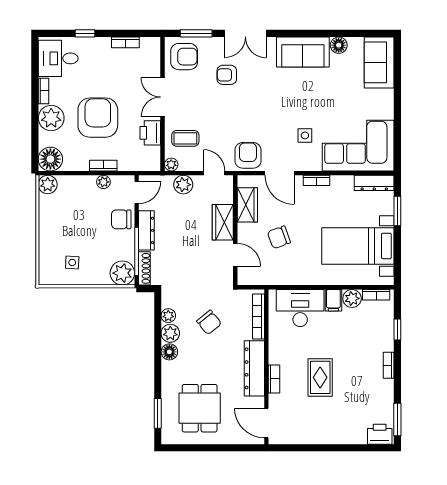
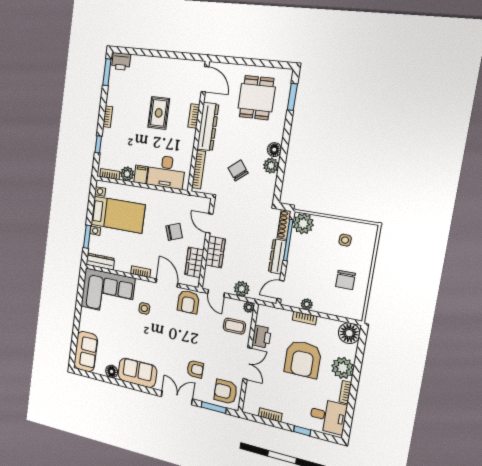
plant: (48, 185) -> (355, 312), removed
chair: (121, 219) -> (345, 280), moved, turned 90
plant: (168, 316) -> (270, 181), removed

